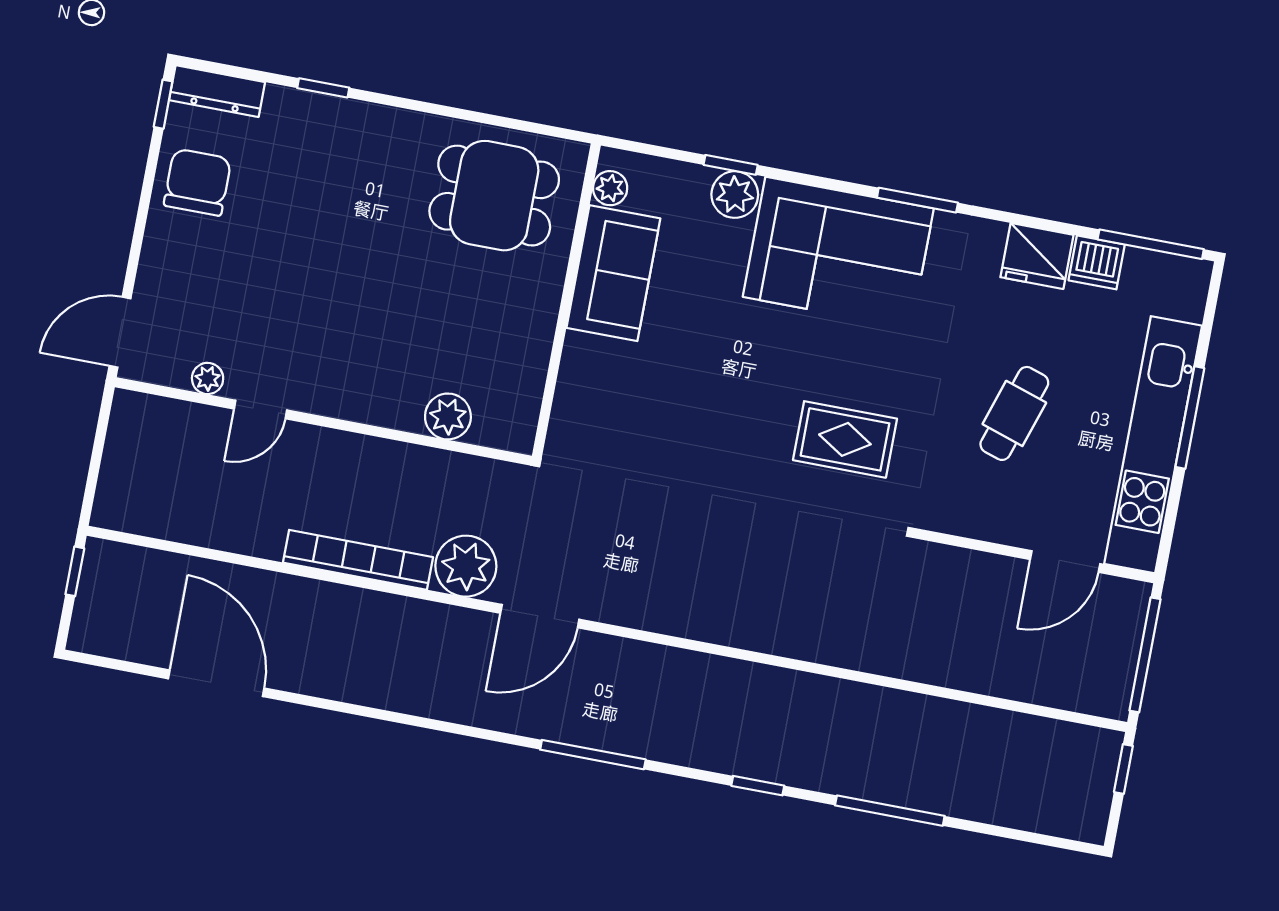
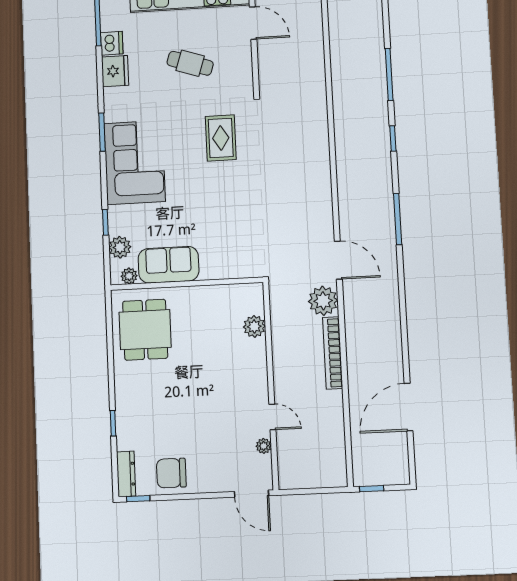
plant: (735, 195) -> (120, 247), moved

